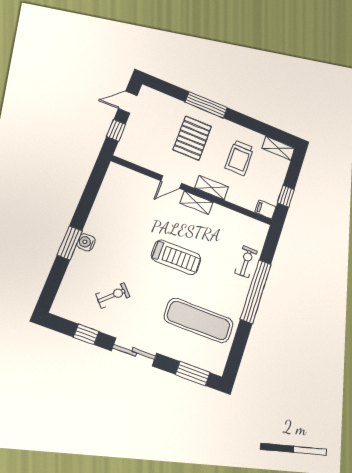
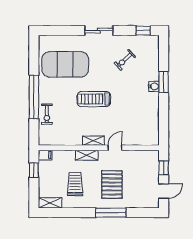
exercise mat: (199, 320) -> (65, 64), width x1.47
window: (86, 334) -> (143, 31), moved
window: (193, 374) -> (58, 31), removed

